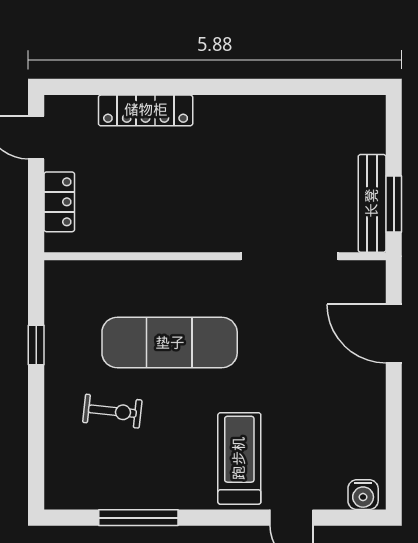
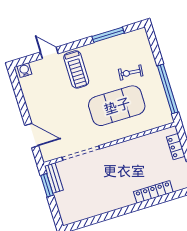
bench: (372, 203) -> (54, 178), width x0.73
exercise mat: (170, 343) -> (117, 106), width x1.47
window: (36, 345) -> (168, 89), width x3.17

